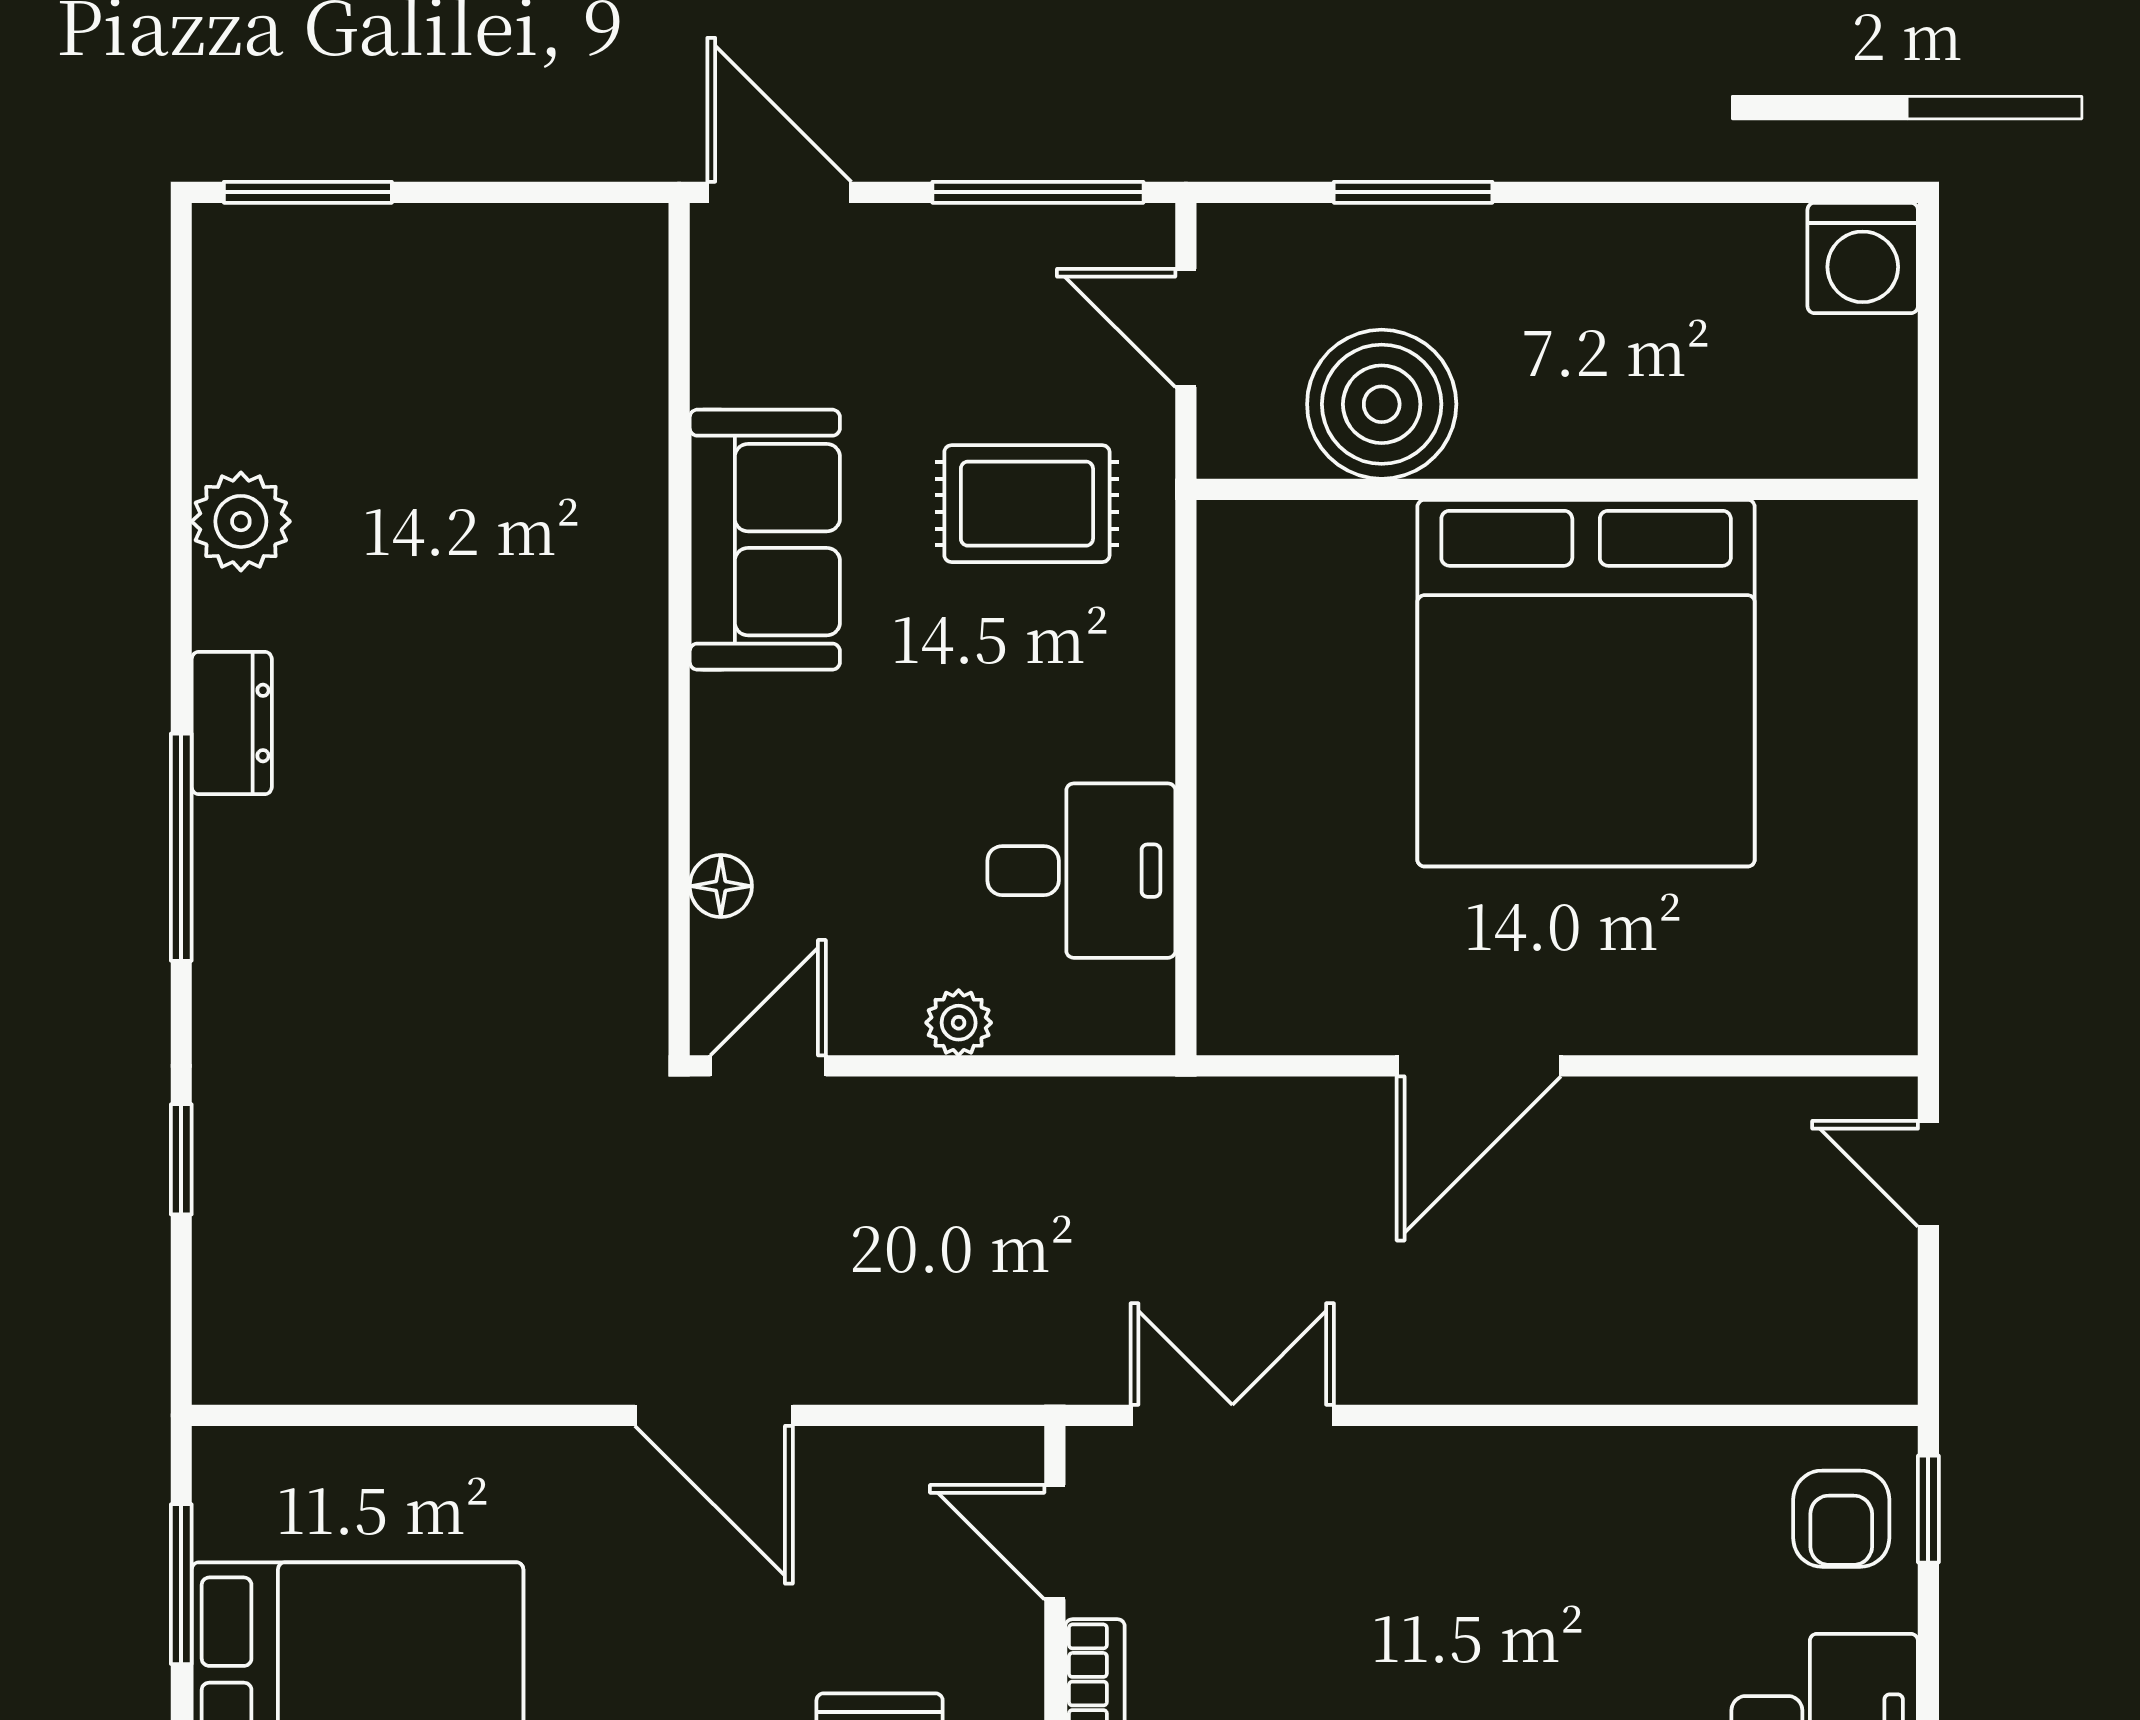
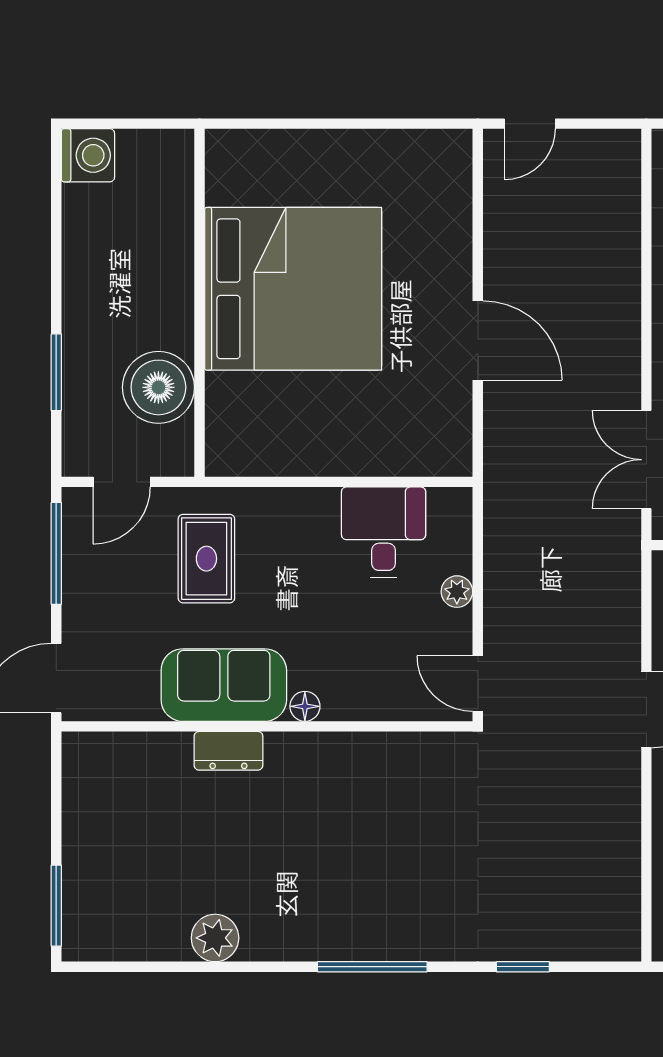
dresser: (232, 723) -> (228, 751), moved, turned 180
floor lamp: (721, 886) -> (305, 706), moved

